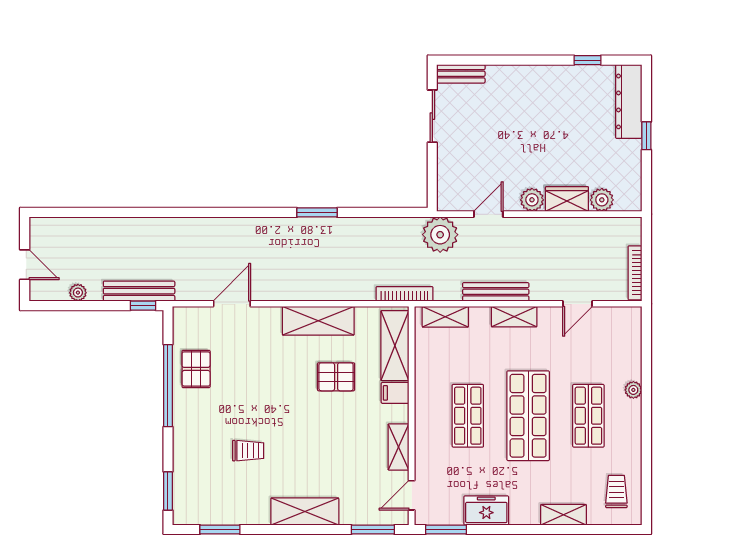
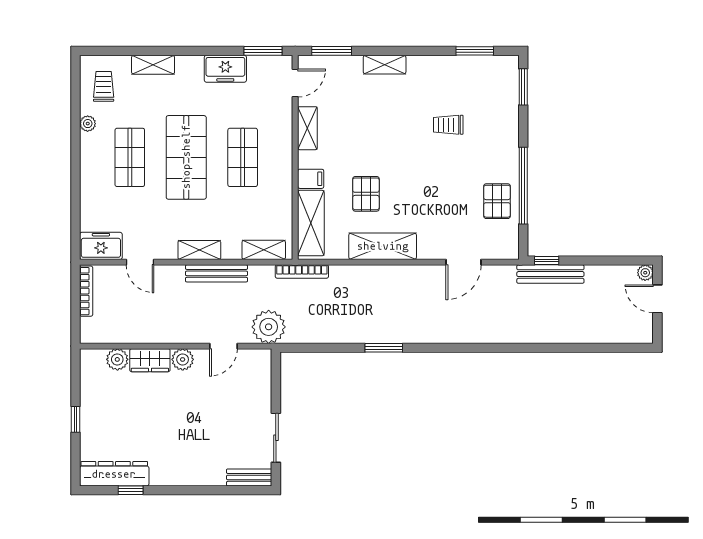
dresser: (629, 101) -> (114, 474), moved, turned -90
plant: (78, 293) -> (645, 273), moved
door: (578, 304) -> (140, 262), swing flipped
freezer: (619, 321) -> (101, 246), added
pallet: (336, 377) -> (366, 194), turned 90
plant: (633, 390) -> (88, 124), moved
trolley: (616, 492) -> (104, 86), turned 180
shelving: (305, 511) -> (385, 65), width x0.67, depth x0.75

